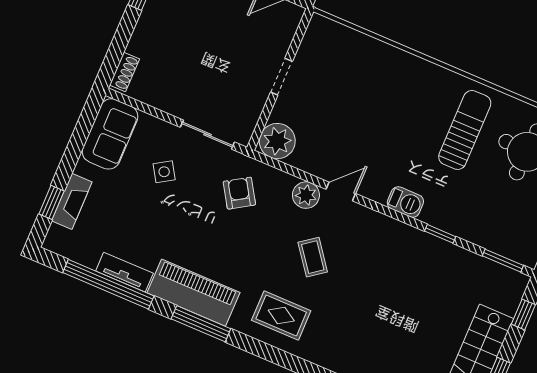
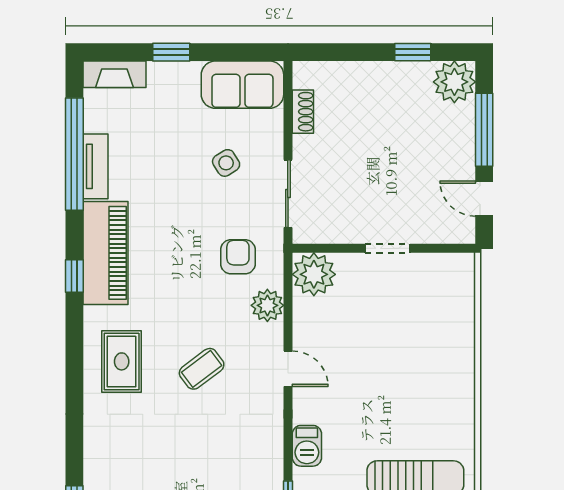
shoe rack: (124, 72) -> (303, 112), moved, turned -90
armchair: (239, 193) -> (238, 257), turned -58
plant: (306, 195) -> (267, 305), moved
fireplace: (72, 201) -> (114, 74), moved
window: (52, 202) -> (171, 52), moved
window: (201, 324) -> (74, 276), width x0.46

